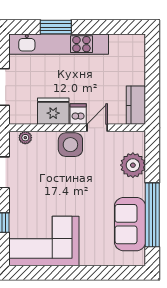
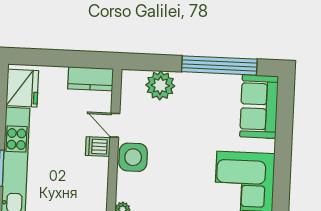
fridge: (53, 111) -> (22, 88), moved, turned 180
sofa: (130, 224) -> (259, 107), moved, turned 90

